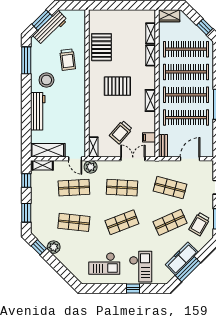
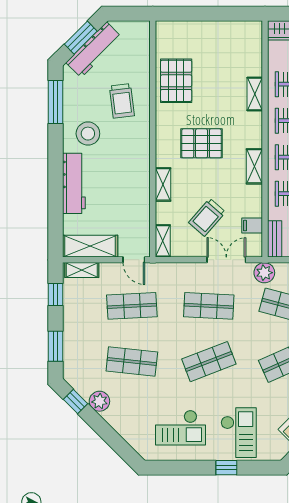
shelving: (151, 33) -> (163, 184), moved
plant: (91, 167) -> (264, 273), moved

